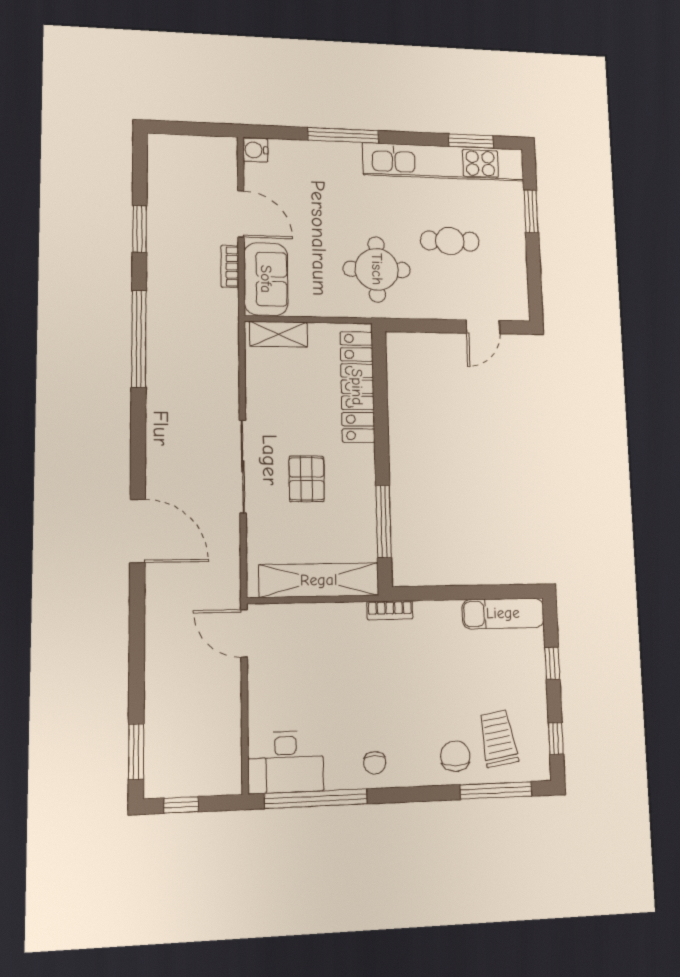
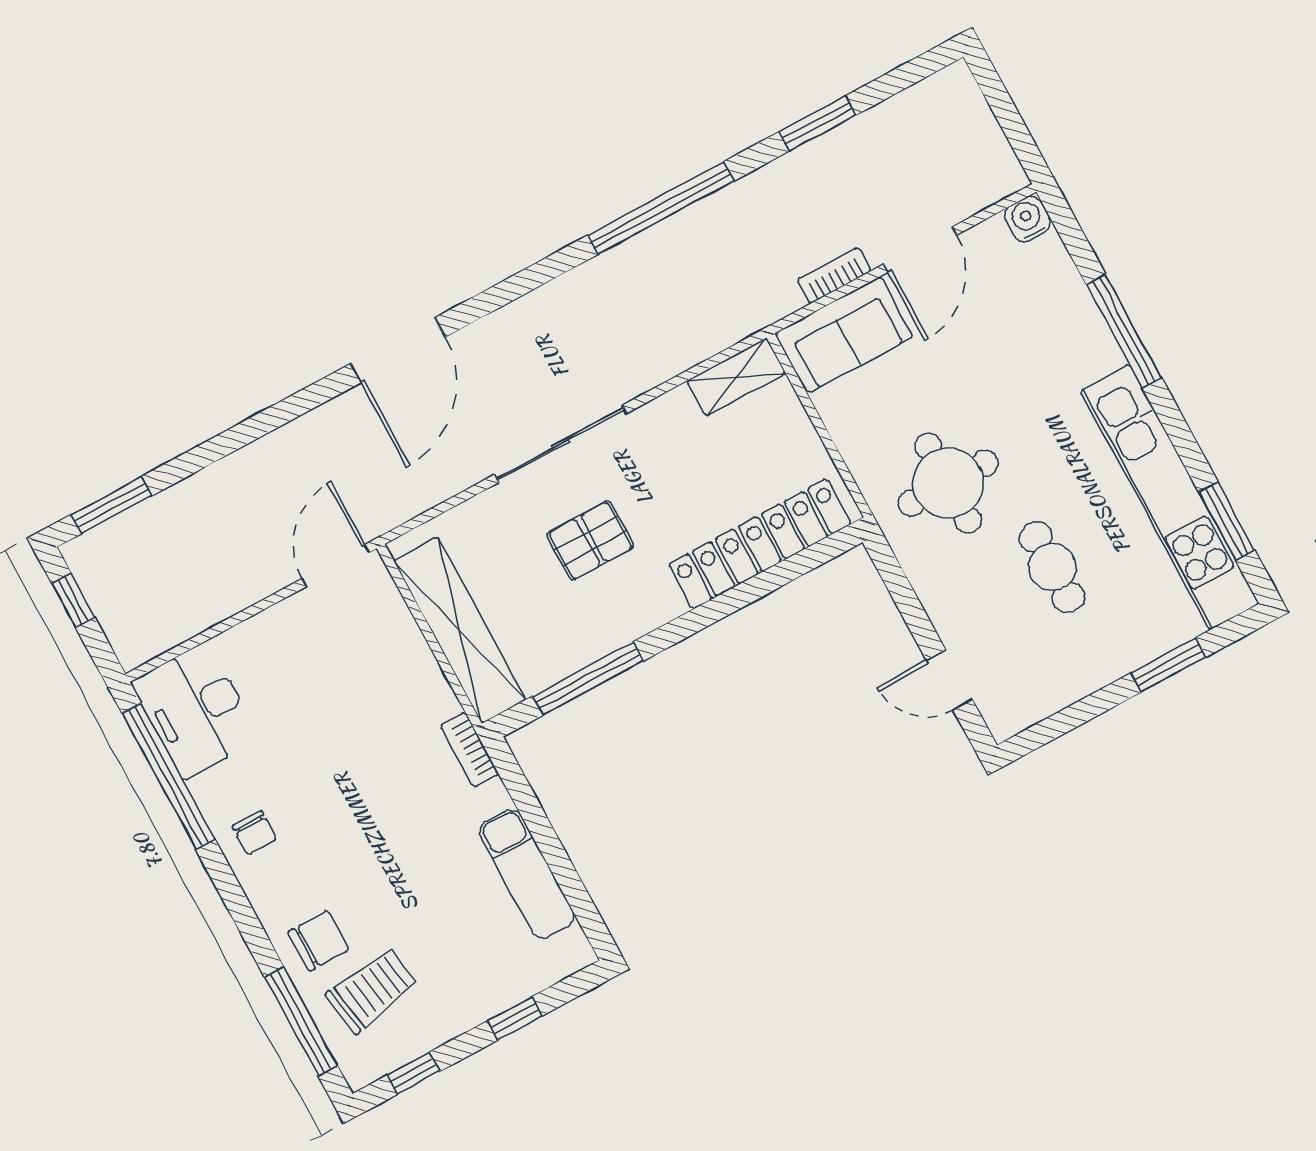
shelving: (279, 334) -> (736, 377), moved, turned 90
exam couch: (503, 613) -> (527, 874), moved
chair: (375, 763) -> (254, 833), turned -90

